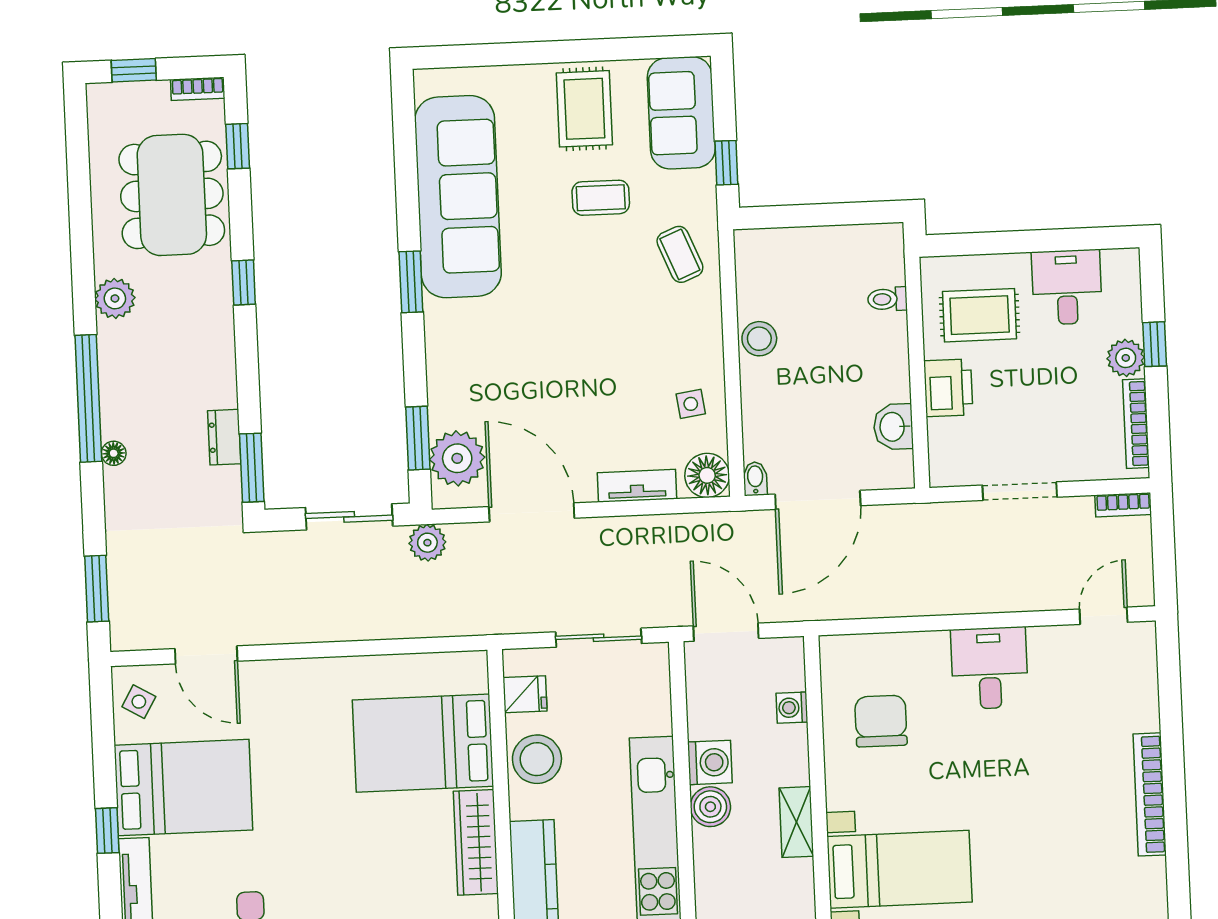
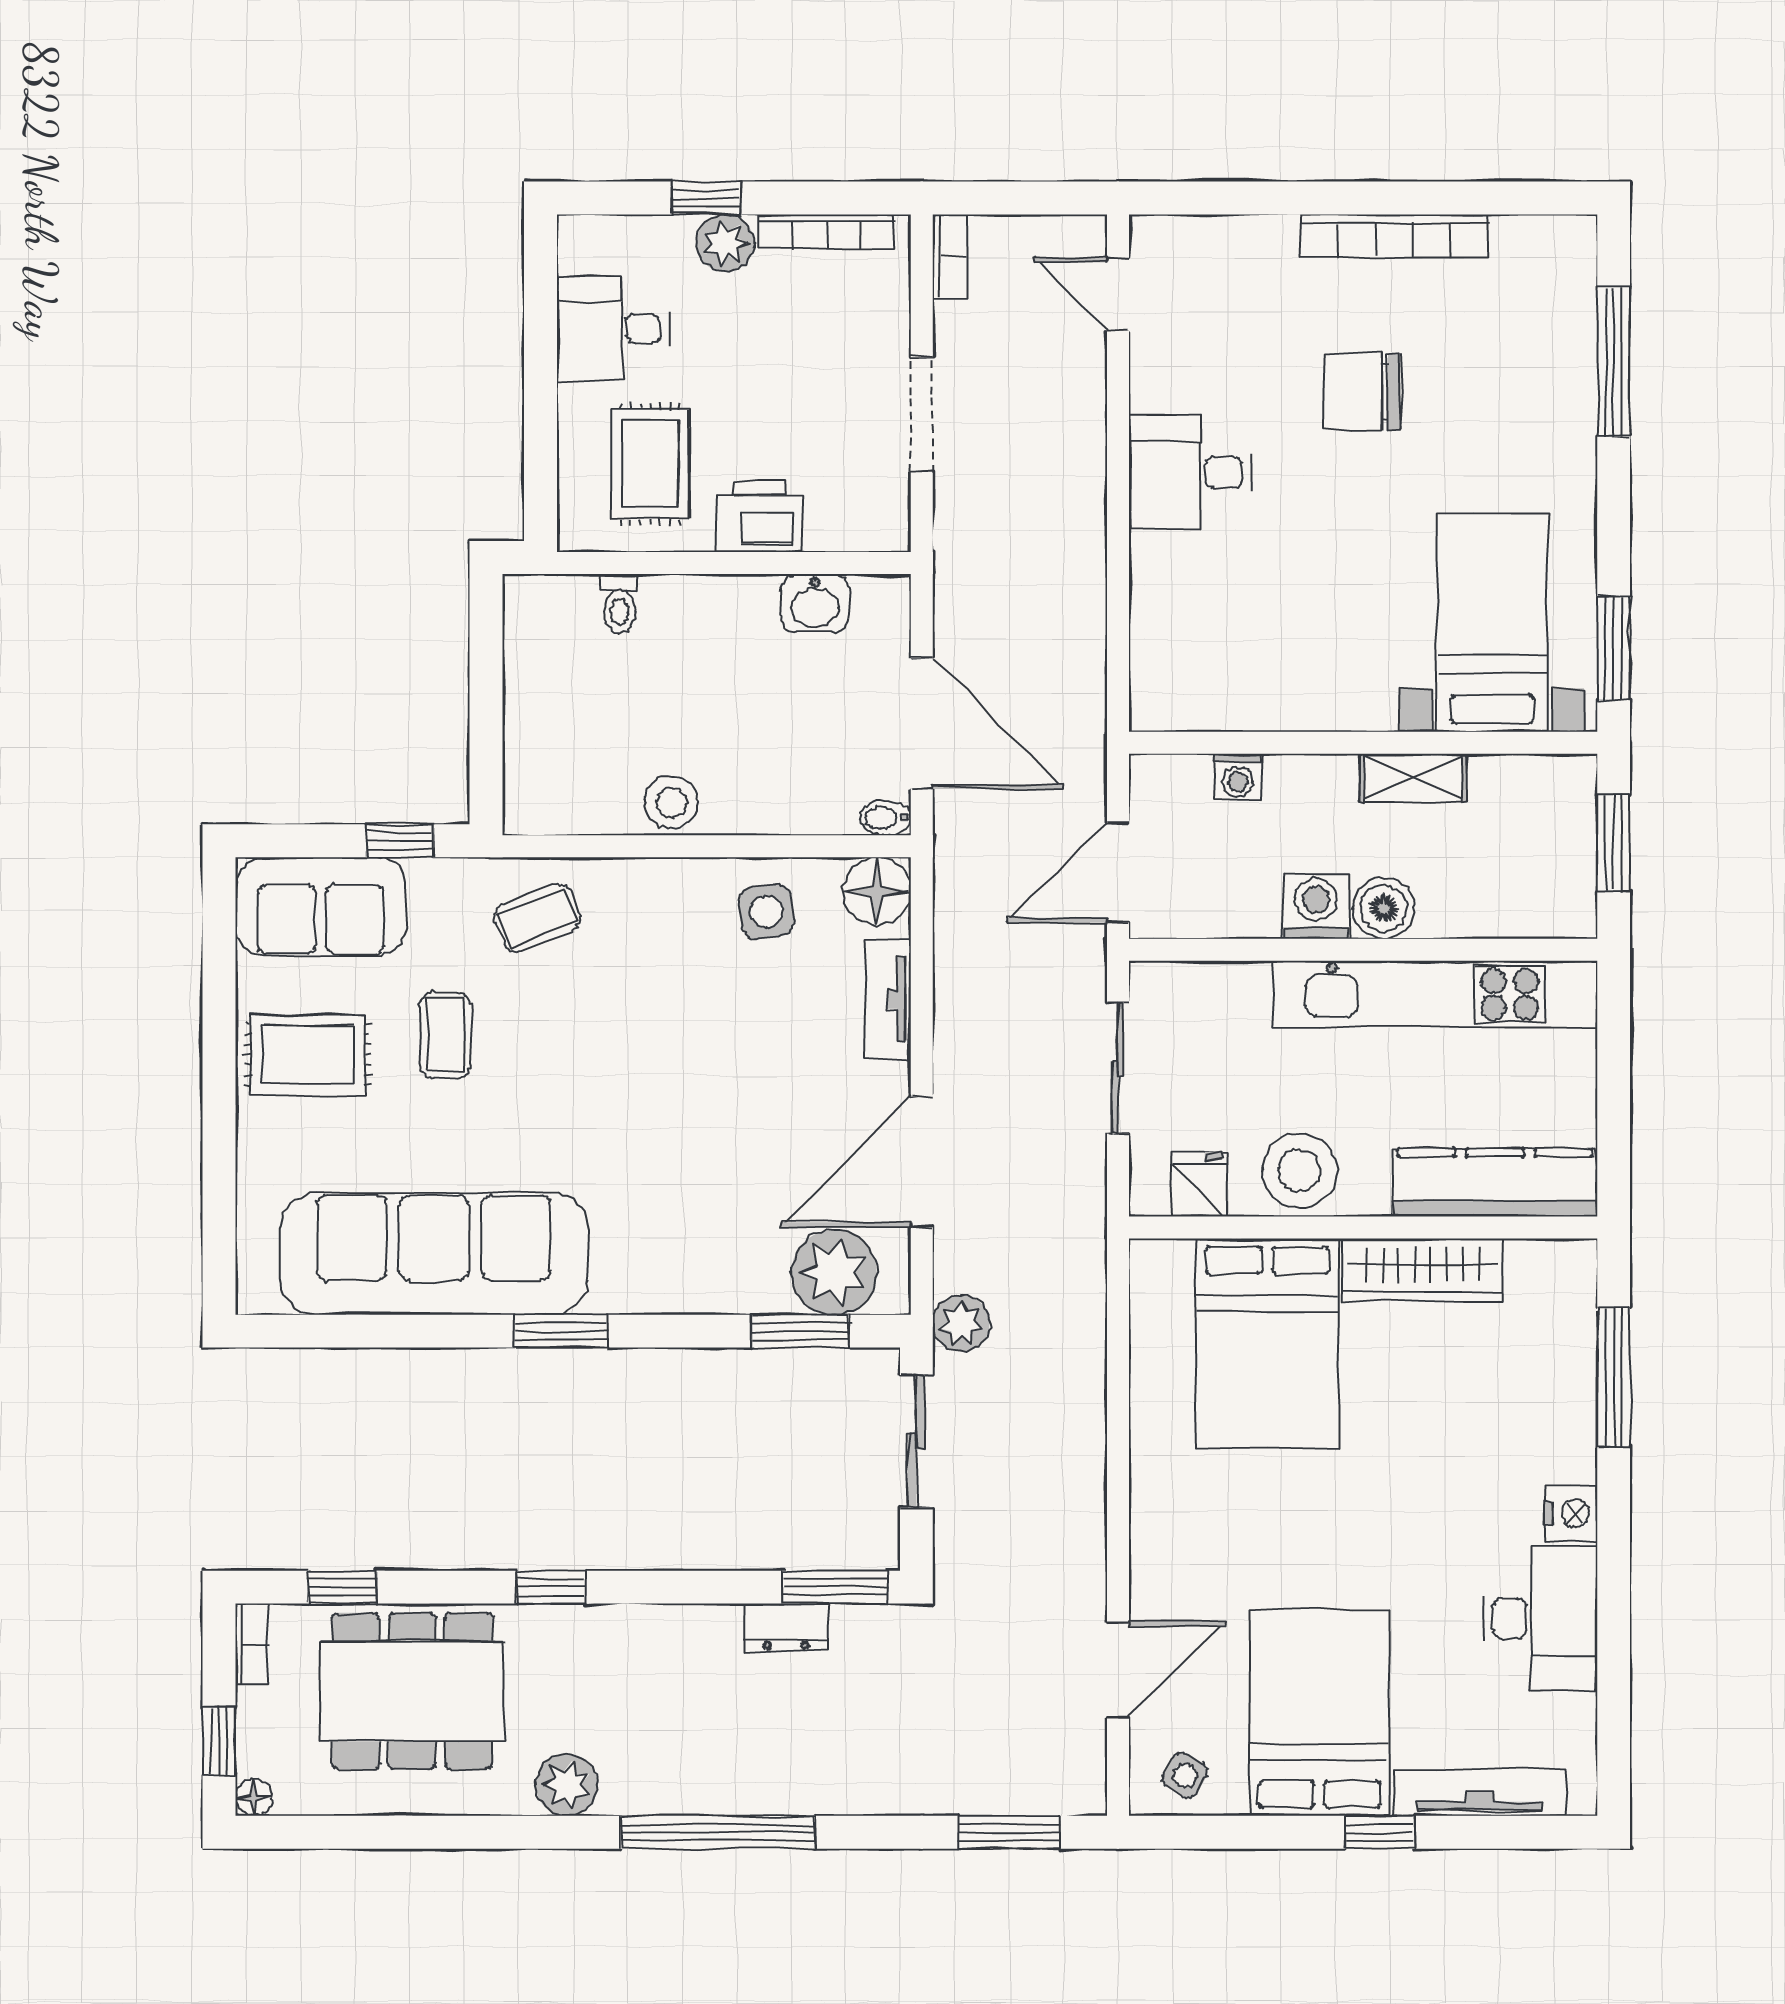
side table: (691, 404) -> (766, 911), width x1.37, depth x1.37
floor lamp: (114, 453) -> (254, 1797), moved
chair: (881, 721) -> (1362, 392), moved

